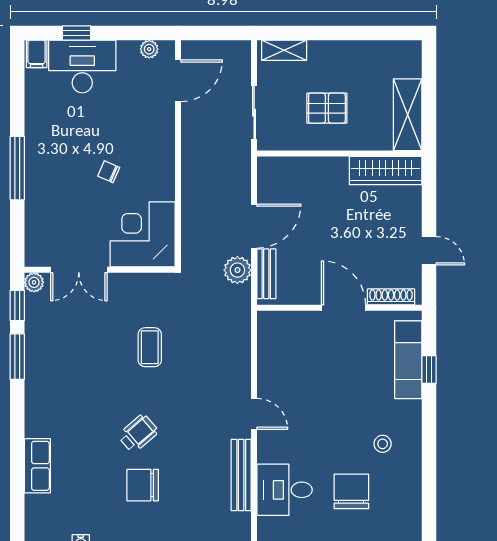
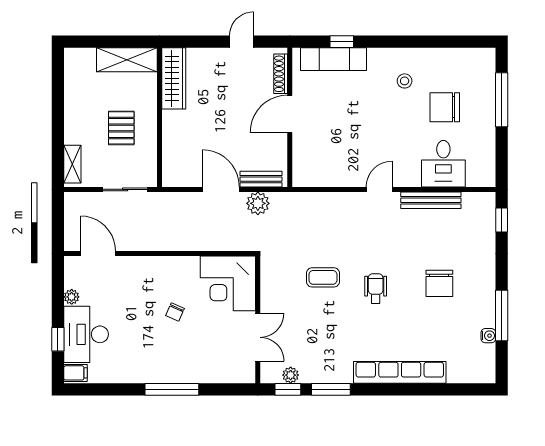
plant: (149, 49) -> (72, 297), moved
plant: (34, 282) -> (291, 375), moved
wheelchair: (138, 433) -> (376, 289), moved, turned 41
row of seats: (37, 466) -> (400, 372), width x2.02

